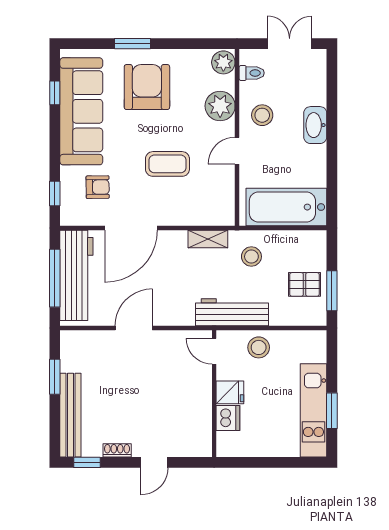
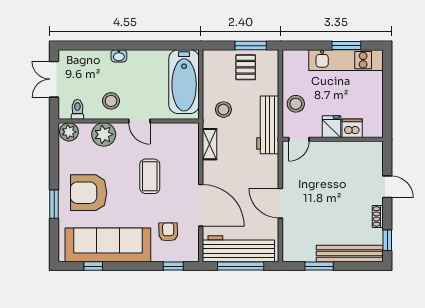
washbasin: (315, 125) -> (119, 56), width x0.52, depth x0.69

